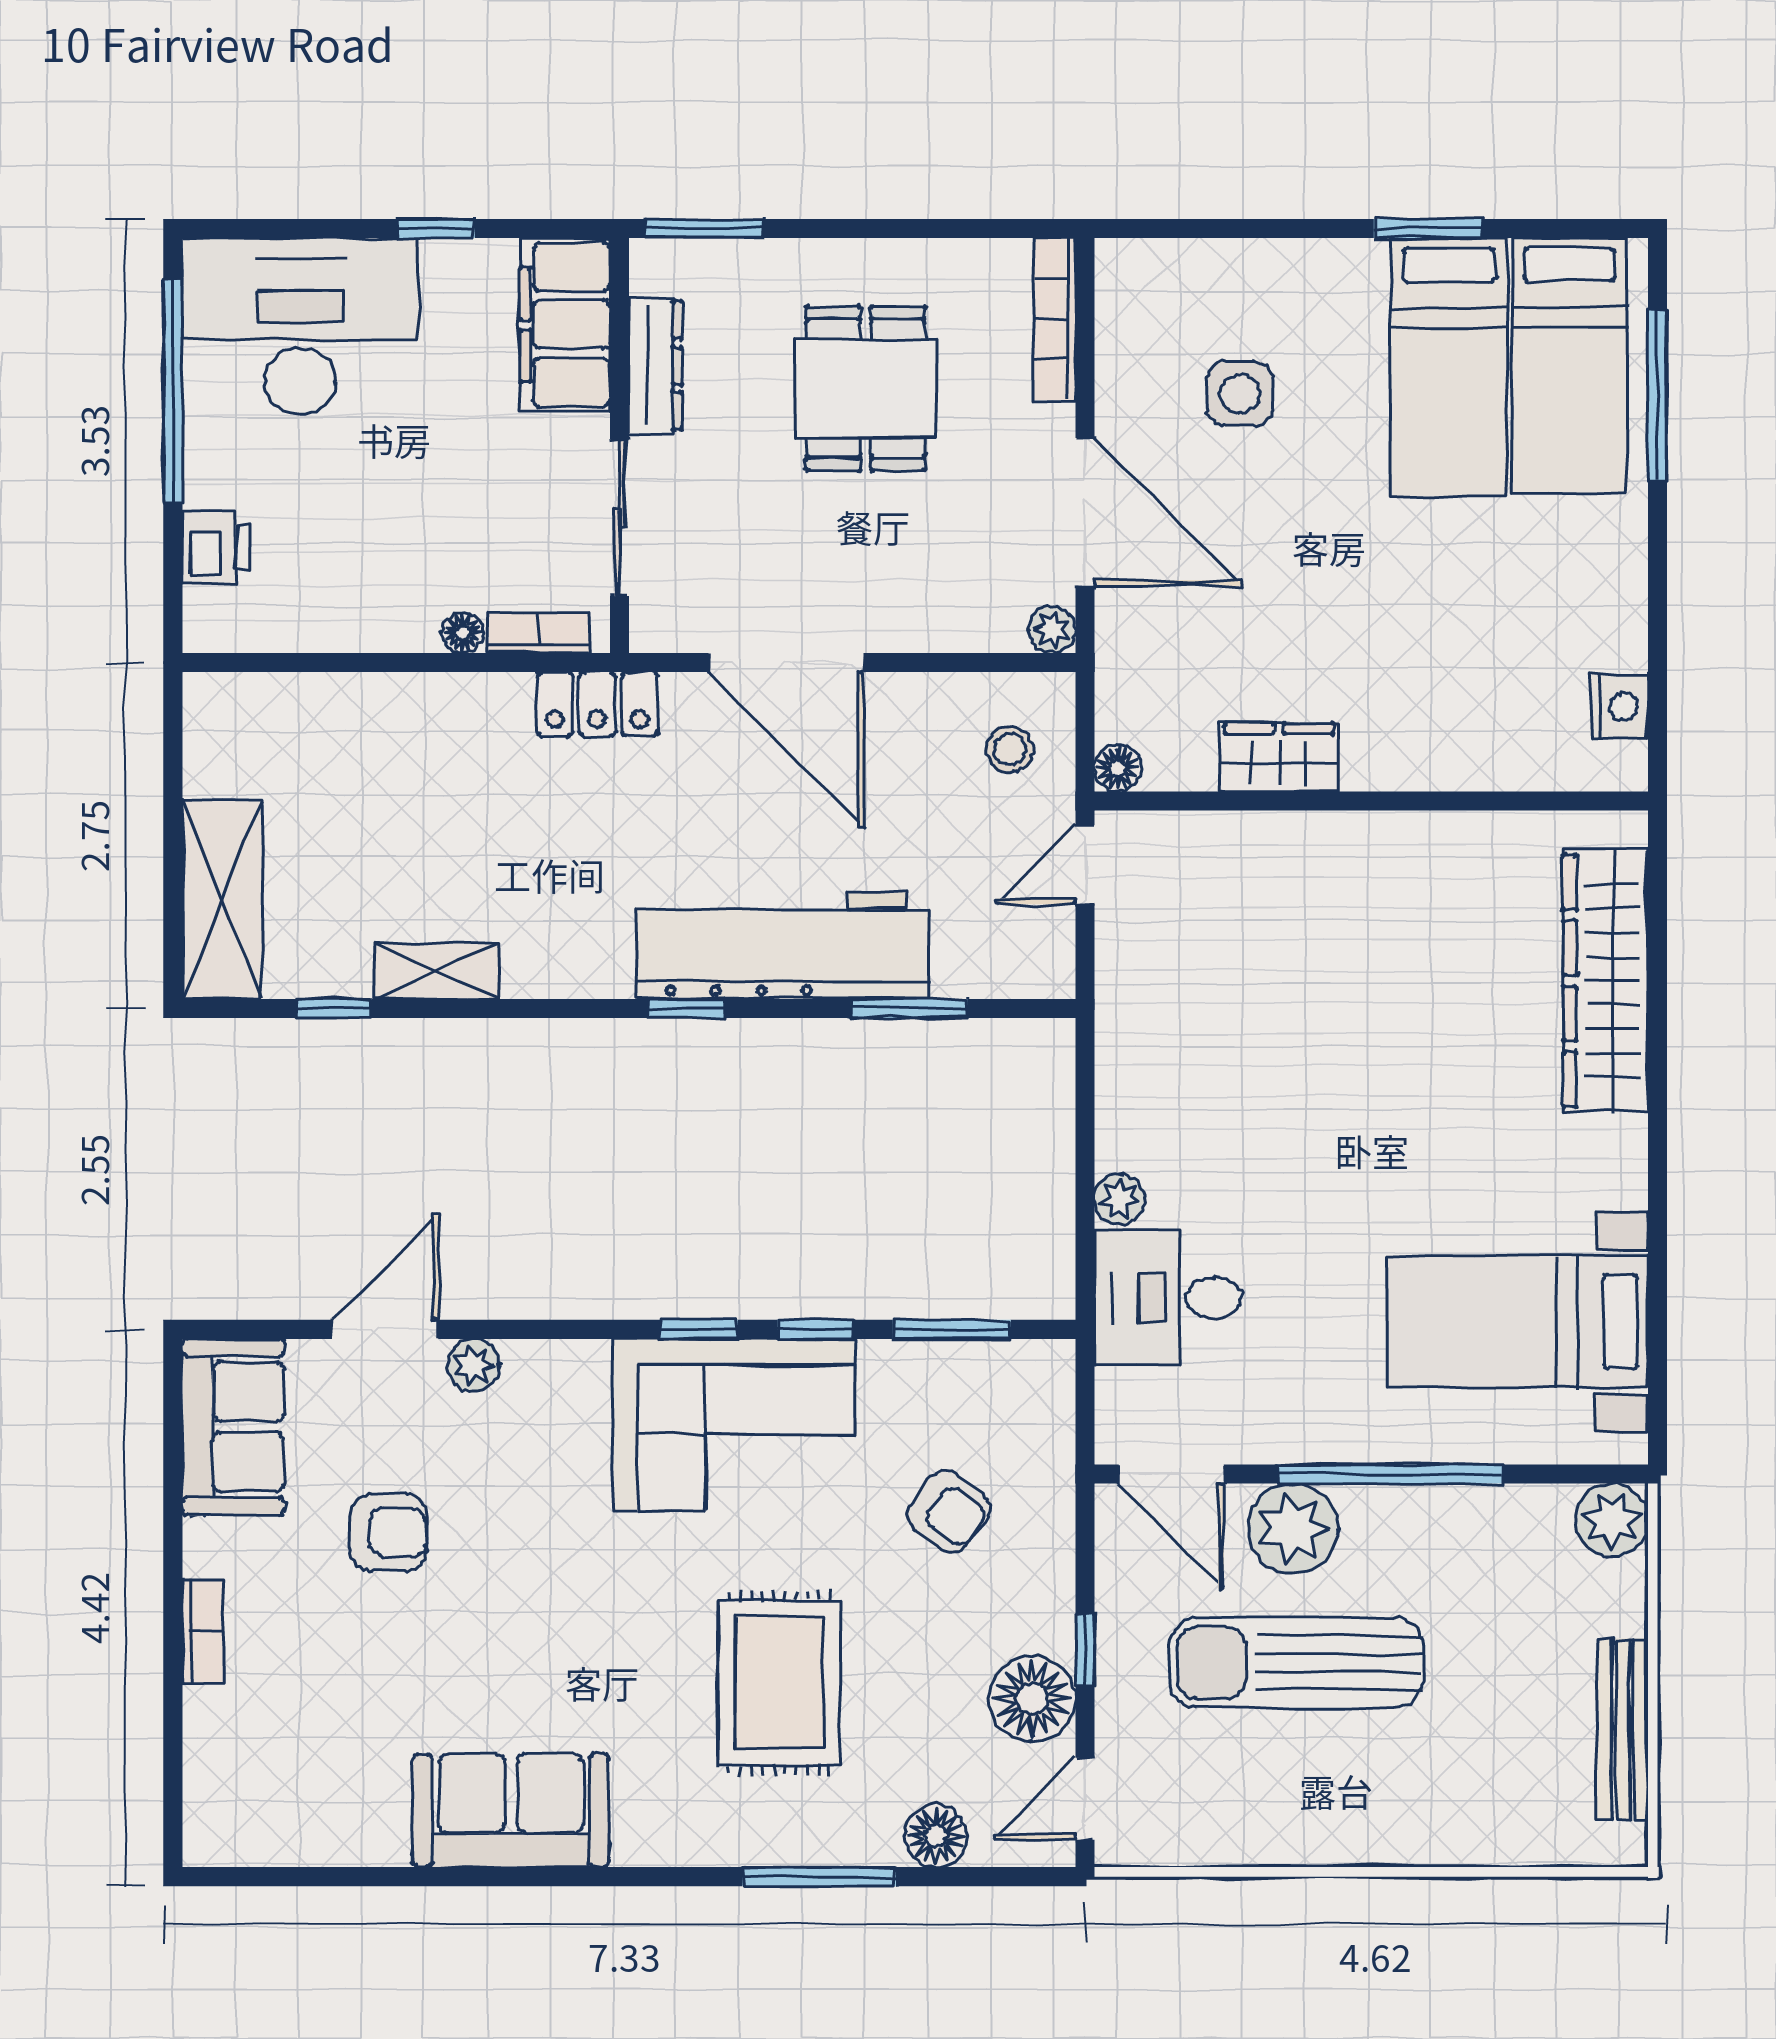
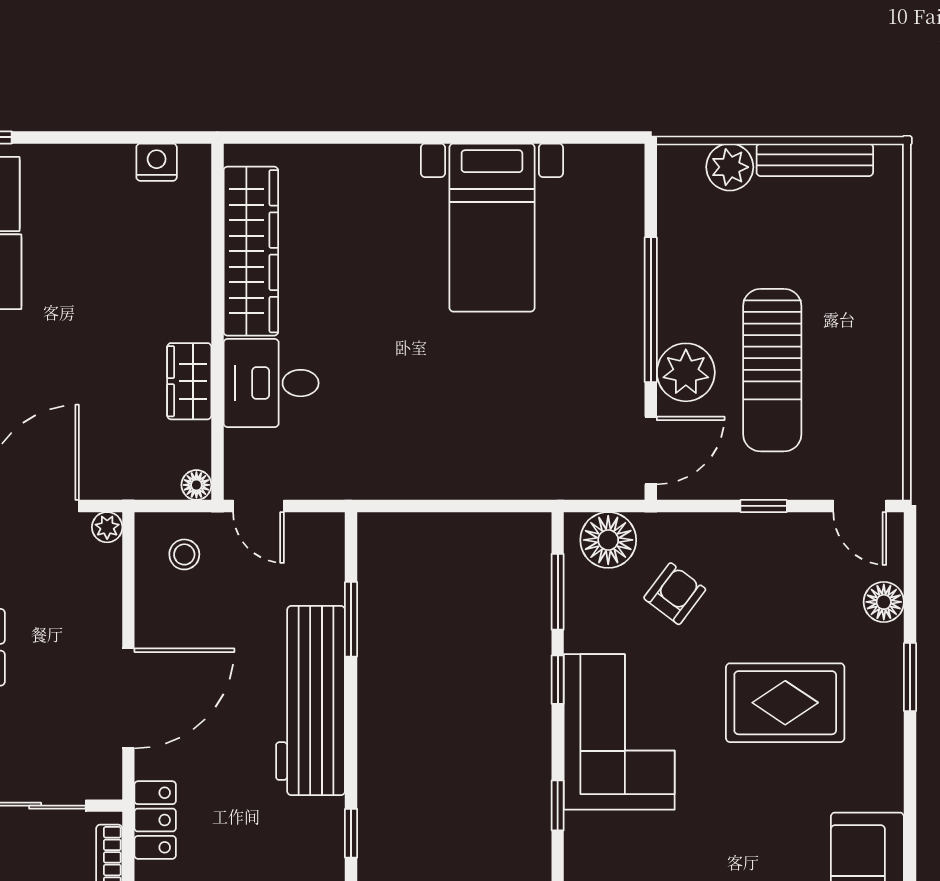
wardrobe: (1606, 981) -> (251, 251), moved, turned -90
window: (686, 1009) -> (351, 833), moved
plant: (1120, 1199) -> (474, 484), removed
desk: (1168, 1298) -> (271, 383), moved, turned 90
bed with nightstands: (1517, 1322) -> (492, 228), moved
window: (699, 1329) -> (558, 805), moved
plant: (1611, 1520) -> (730, 167), moved
floor lamp: (1032, 1699) -> (608, 540), moved
window: (819, 1877) -> (910, 677), width x0.69

